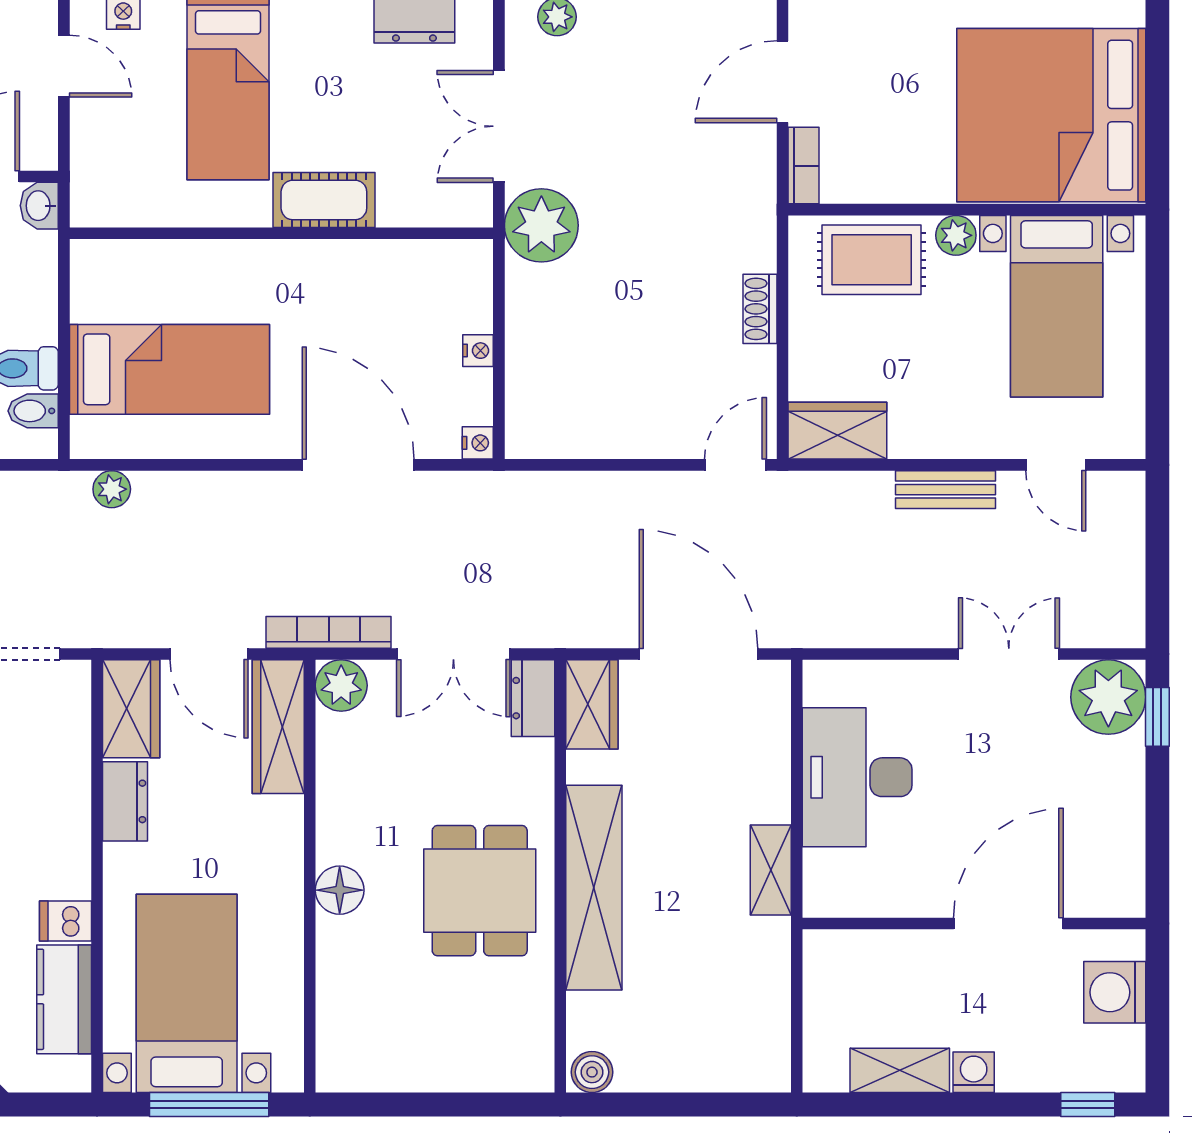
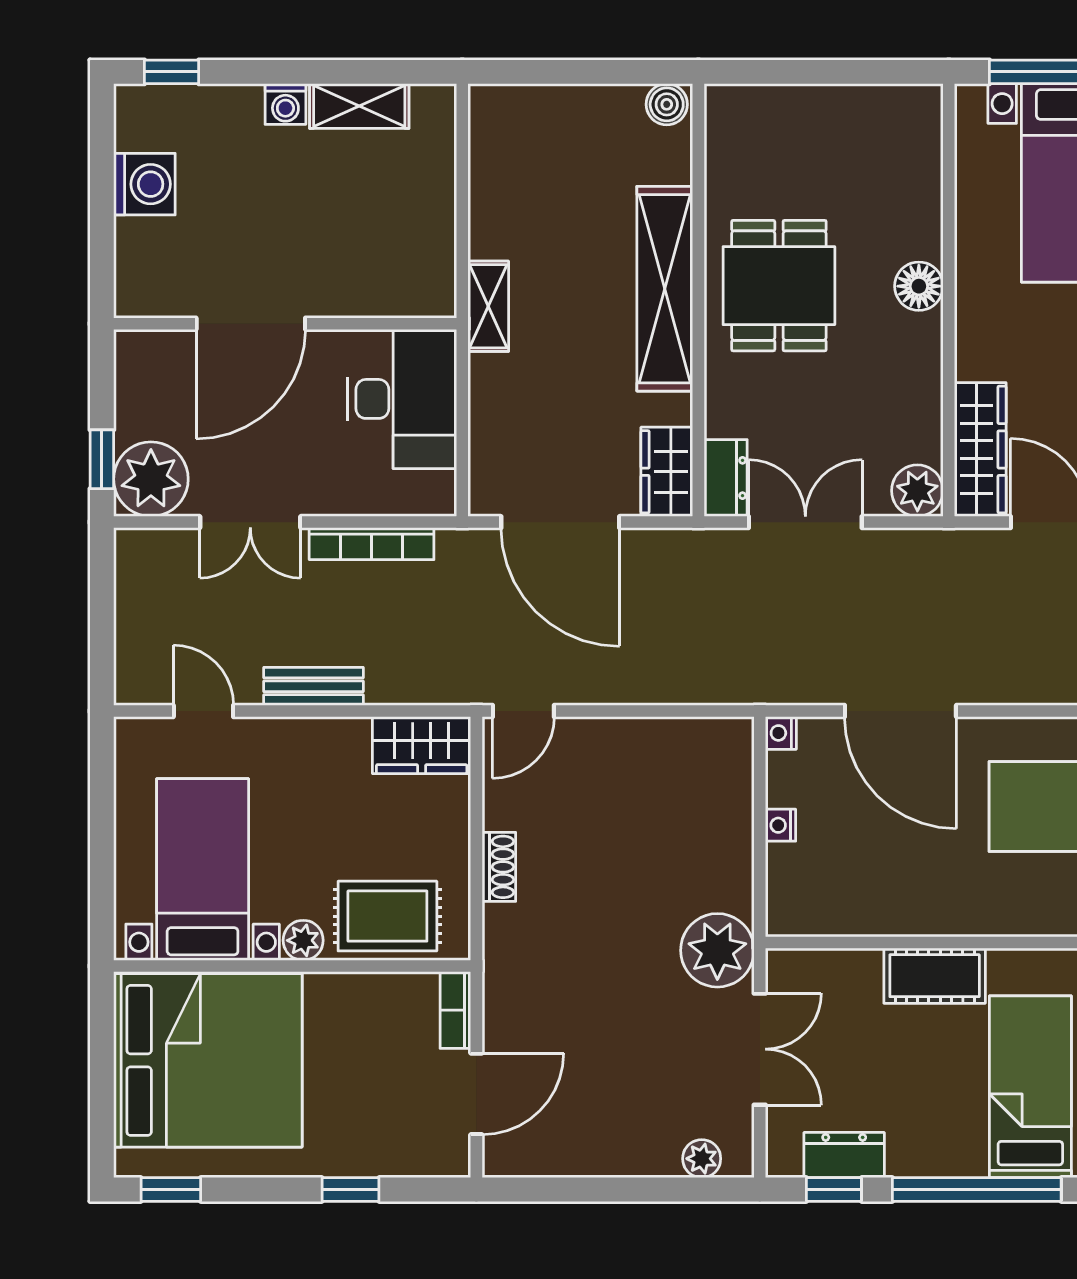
bookcase: (329, 632) -> (372, 544), moved
wall: (974, 923) -> (285, 324), moved
door: (1008, 923) -> (251, 324), moved

